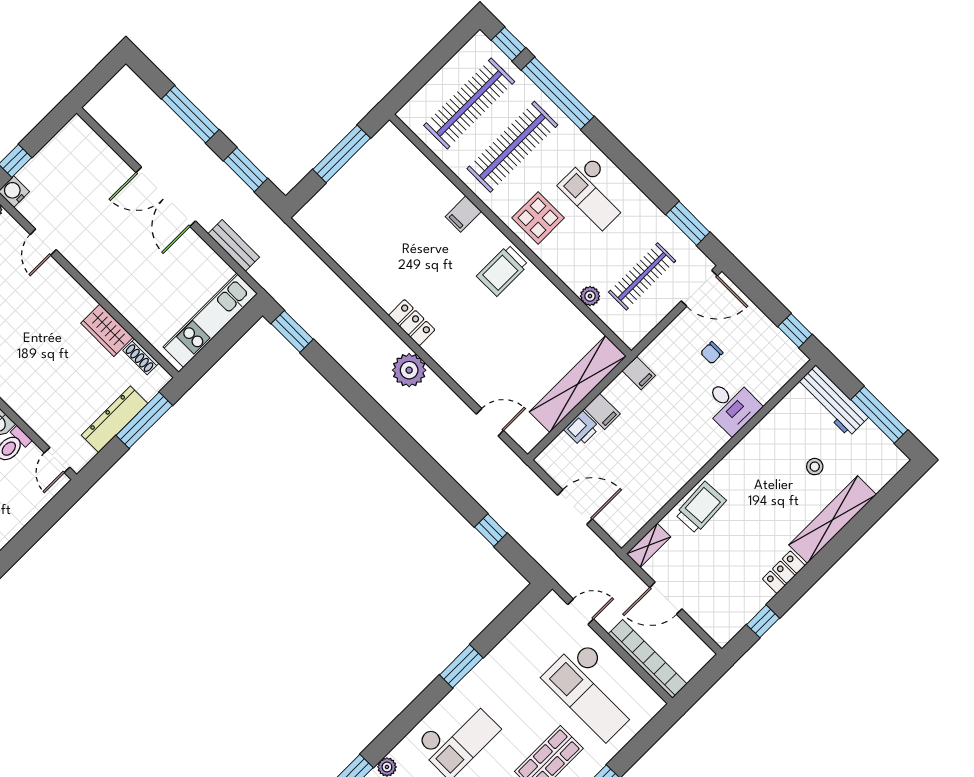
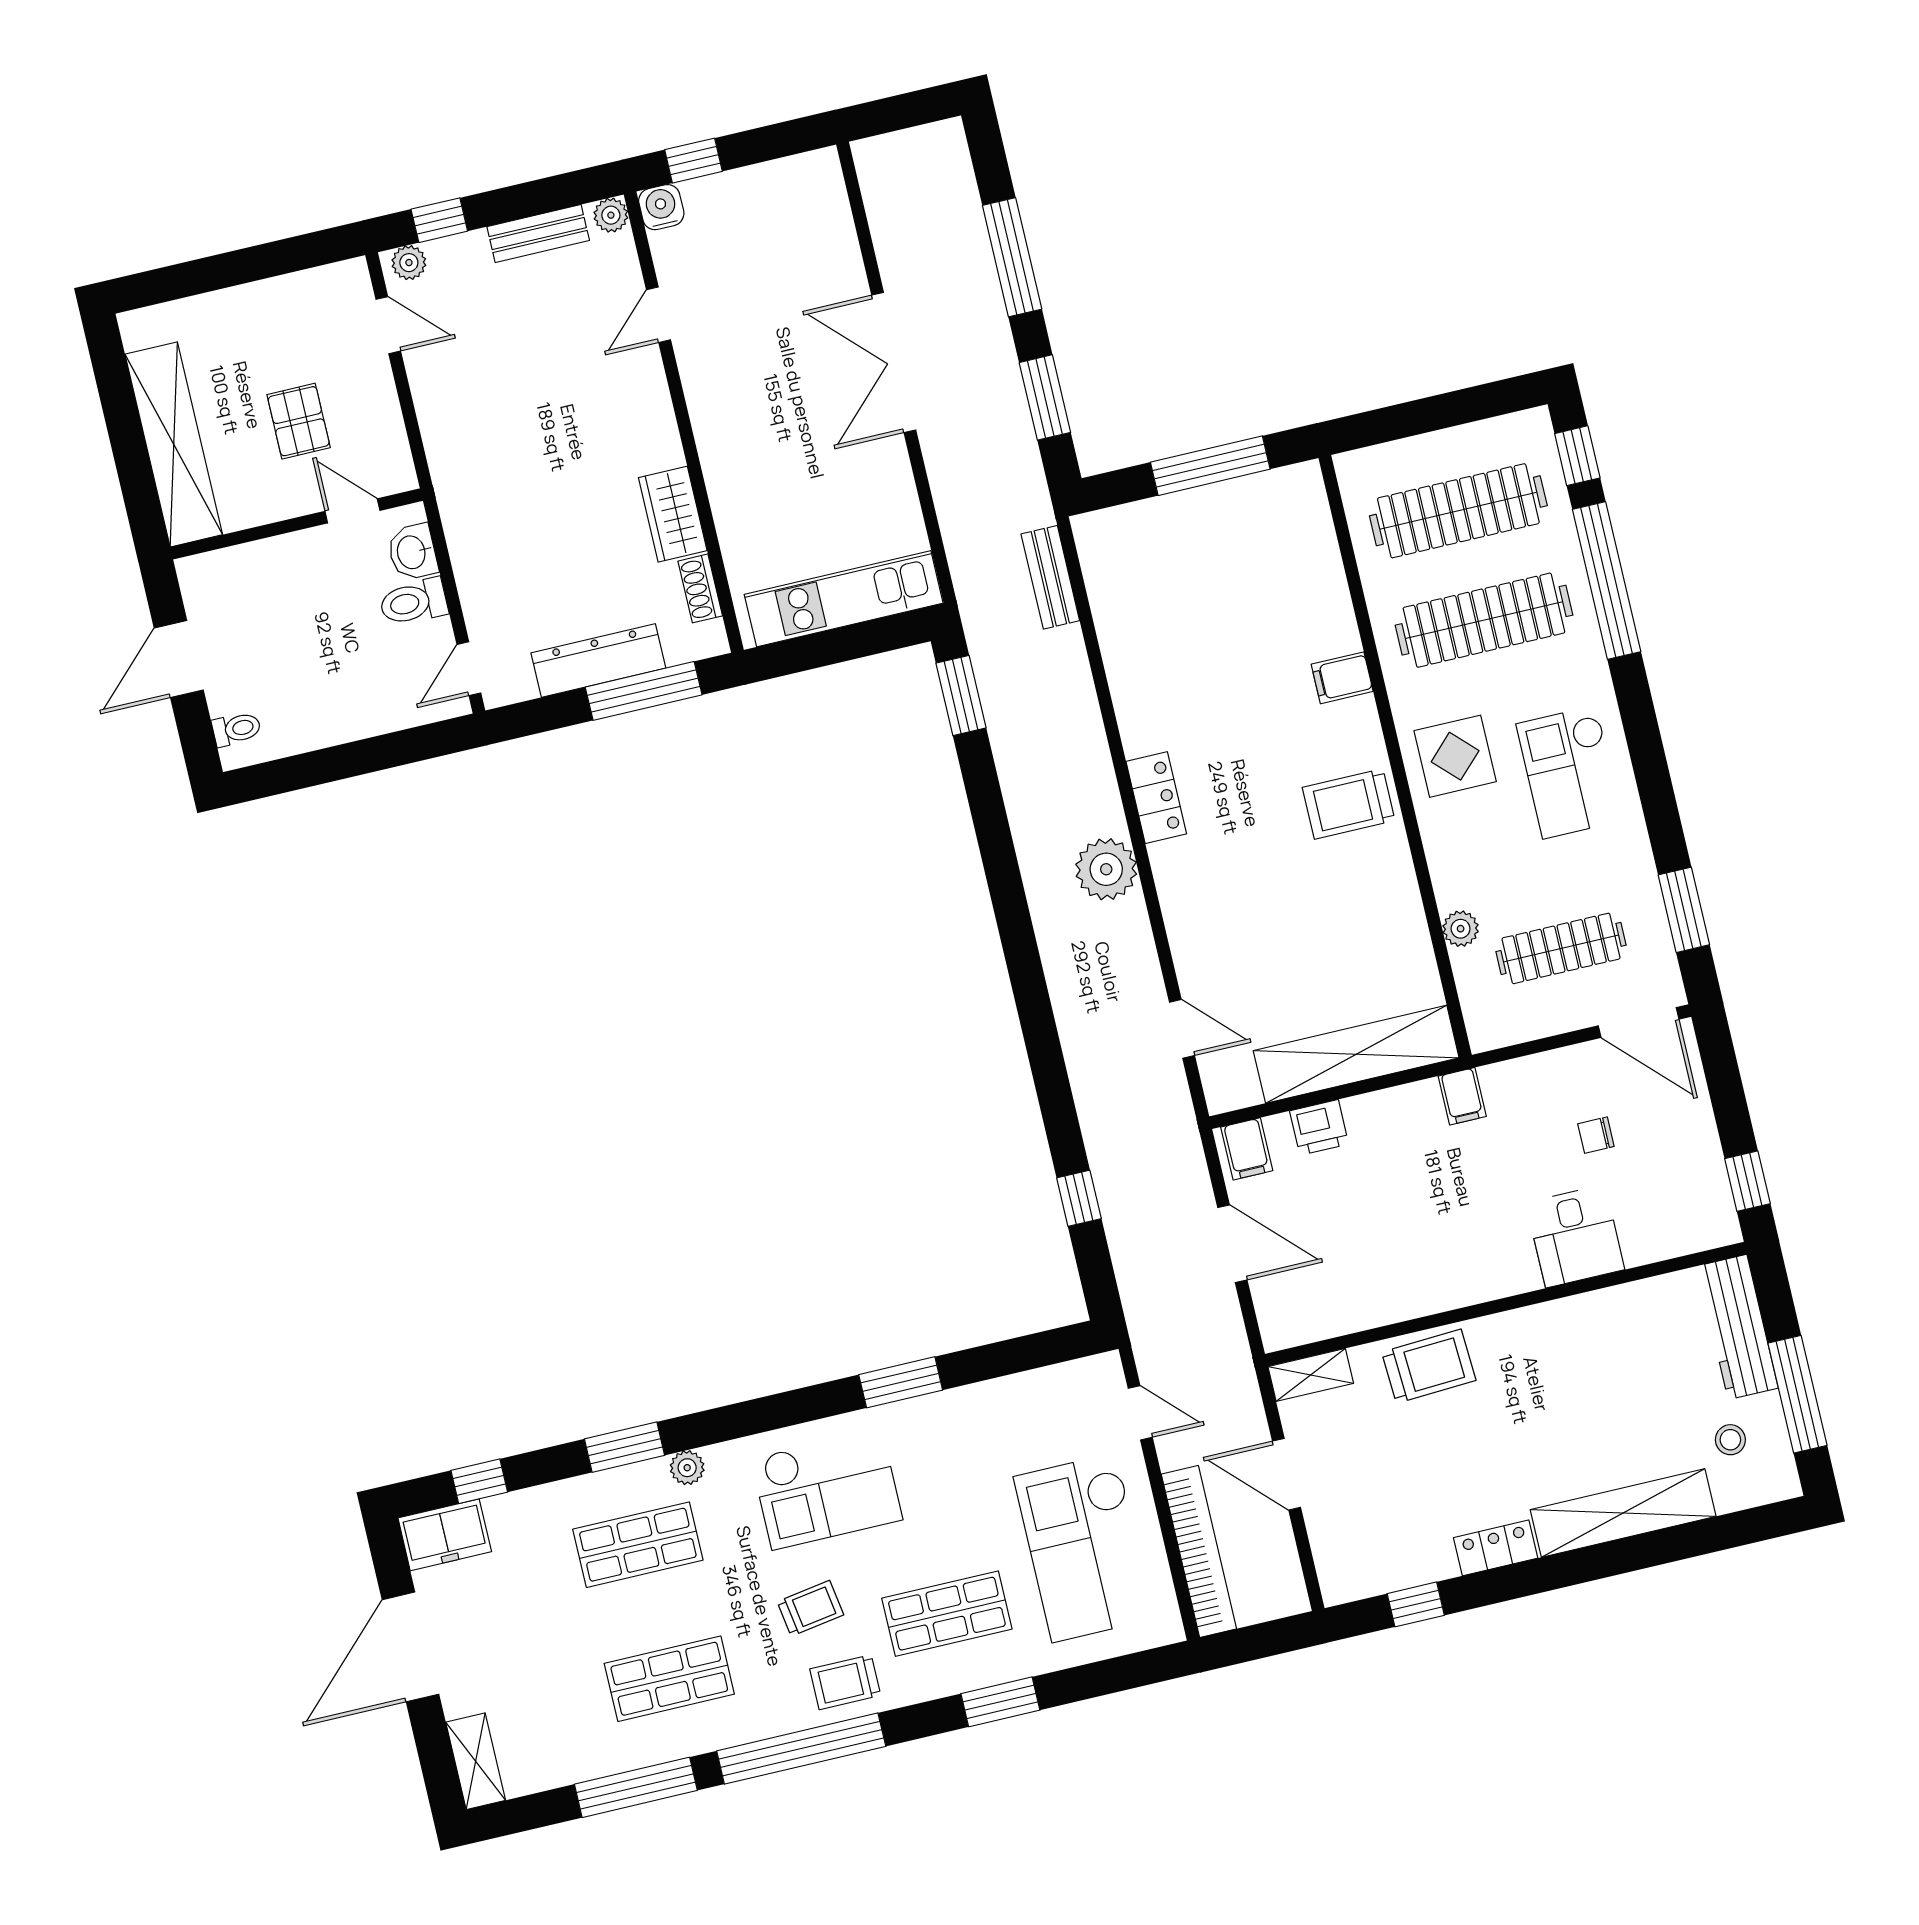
bench: (234, 245) -> (1050, 577), moved
filing cabinet: (602, 411) -> (1247, 1149), moved
stool: (815, 467) -> (1730, 1440), moved

